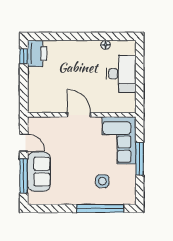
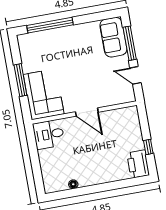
window: (24, 56) -> (148, 147), moved
desk: (121, 74) -> (49, 134), moved, width x0.73
sofa: (39, 172) -> (113, 37), moved
side table: (102, 181) -> (53, 52), removed

